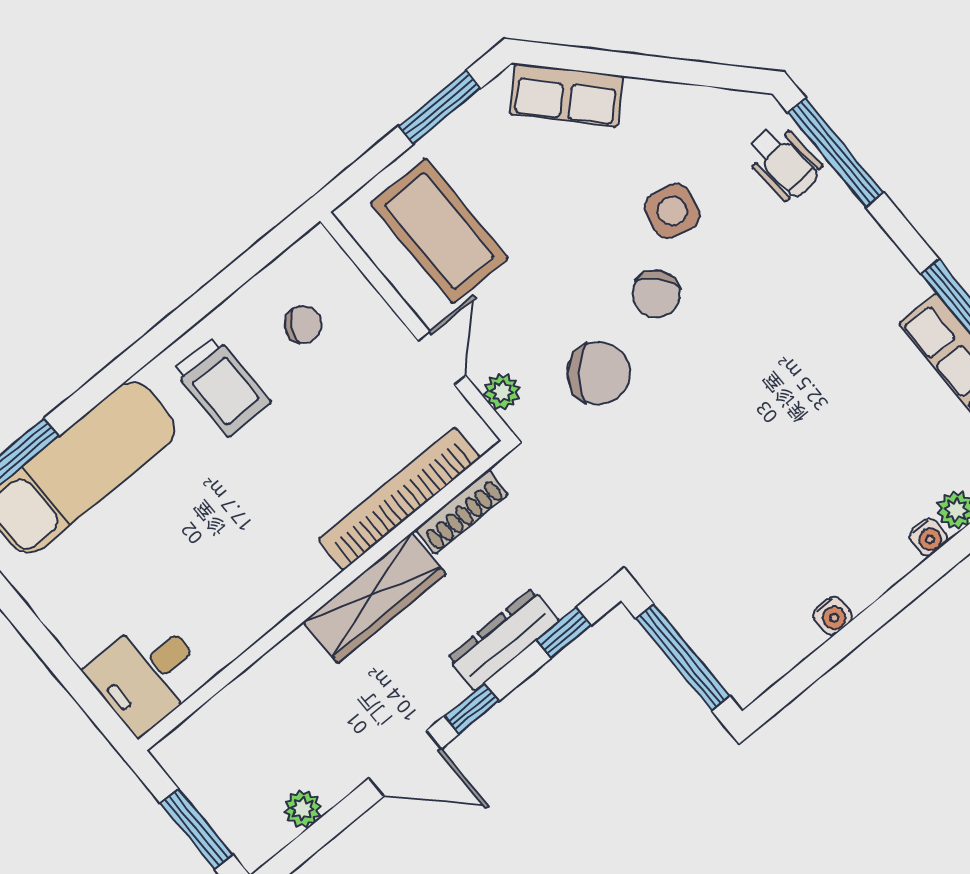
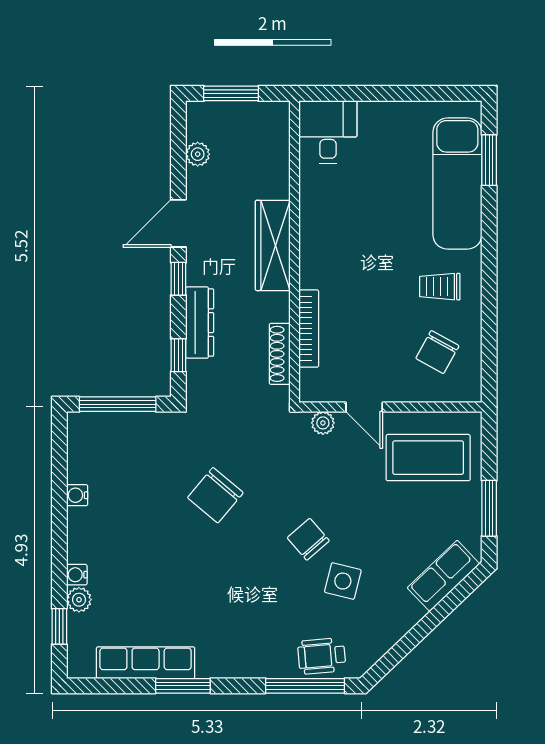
chair: (303, 324) -> (437, 352), width x1.37, depth x1.37
chair: (599, 373) -> (215, 495), moved
trolley: (222, 386) -> (440, 287), width x0.73, depth x0.72
bookcase: (399, 499) -> (309, 328), width x0.68, depth x0.76
wardrobe: (375, 598) -> (273, 245), moved

